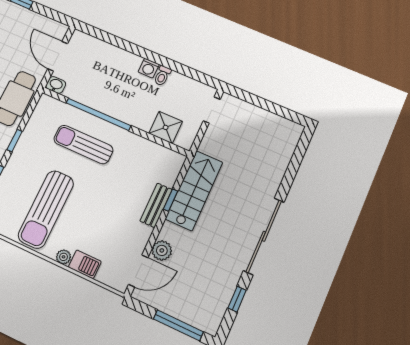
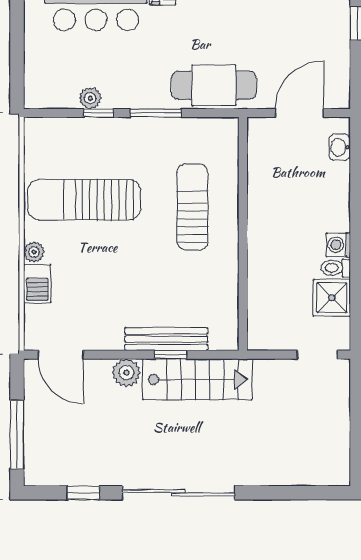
washbasin: (56, 85) -> (340, 147), moved, turned 180
window: (98, 114) -> (243, 207), removed
shower: (166, 127) -> (332, 298), moved
window: (15, 141) -> (156, 113), width x1.50
bench: (156, 205) -> (166, 339), width x1.36
plant: (162, 250) -> (126, 373), moved

